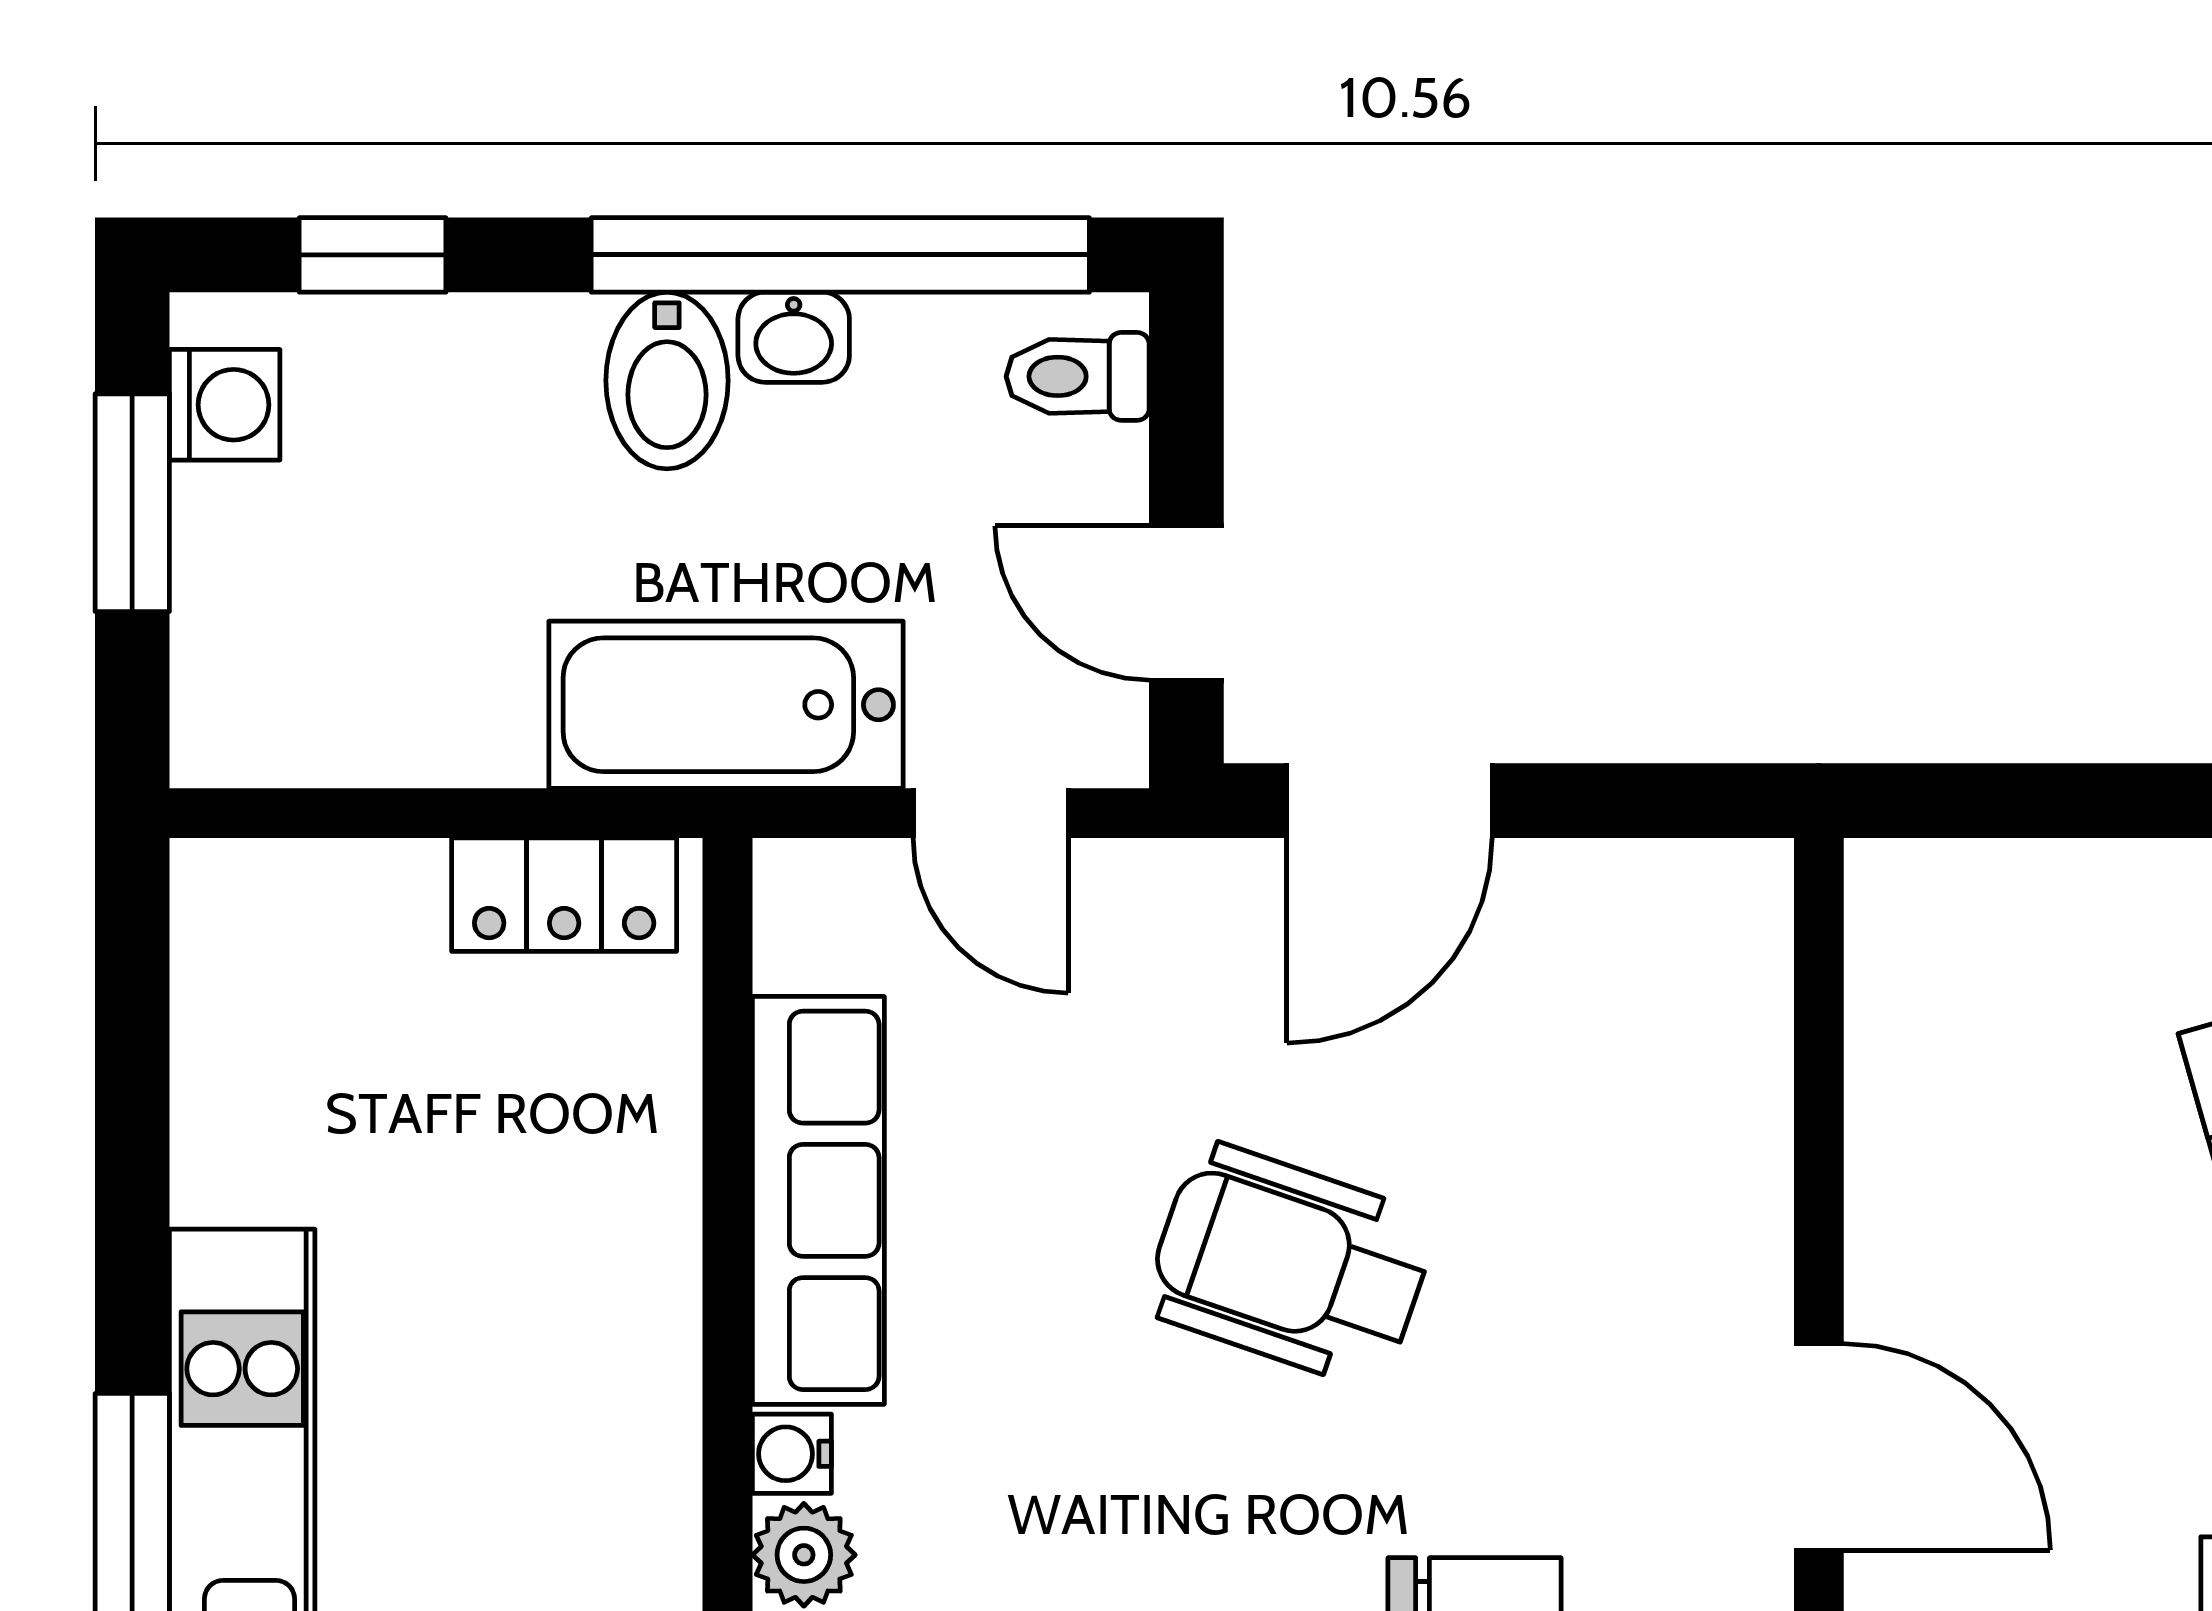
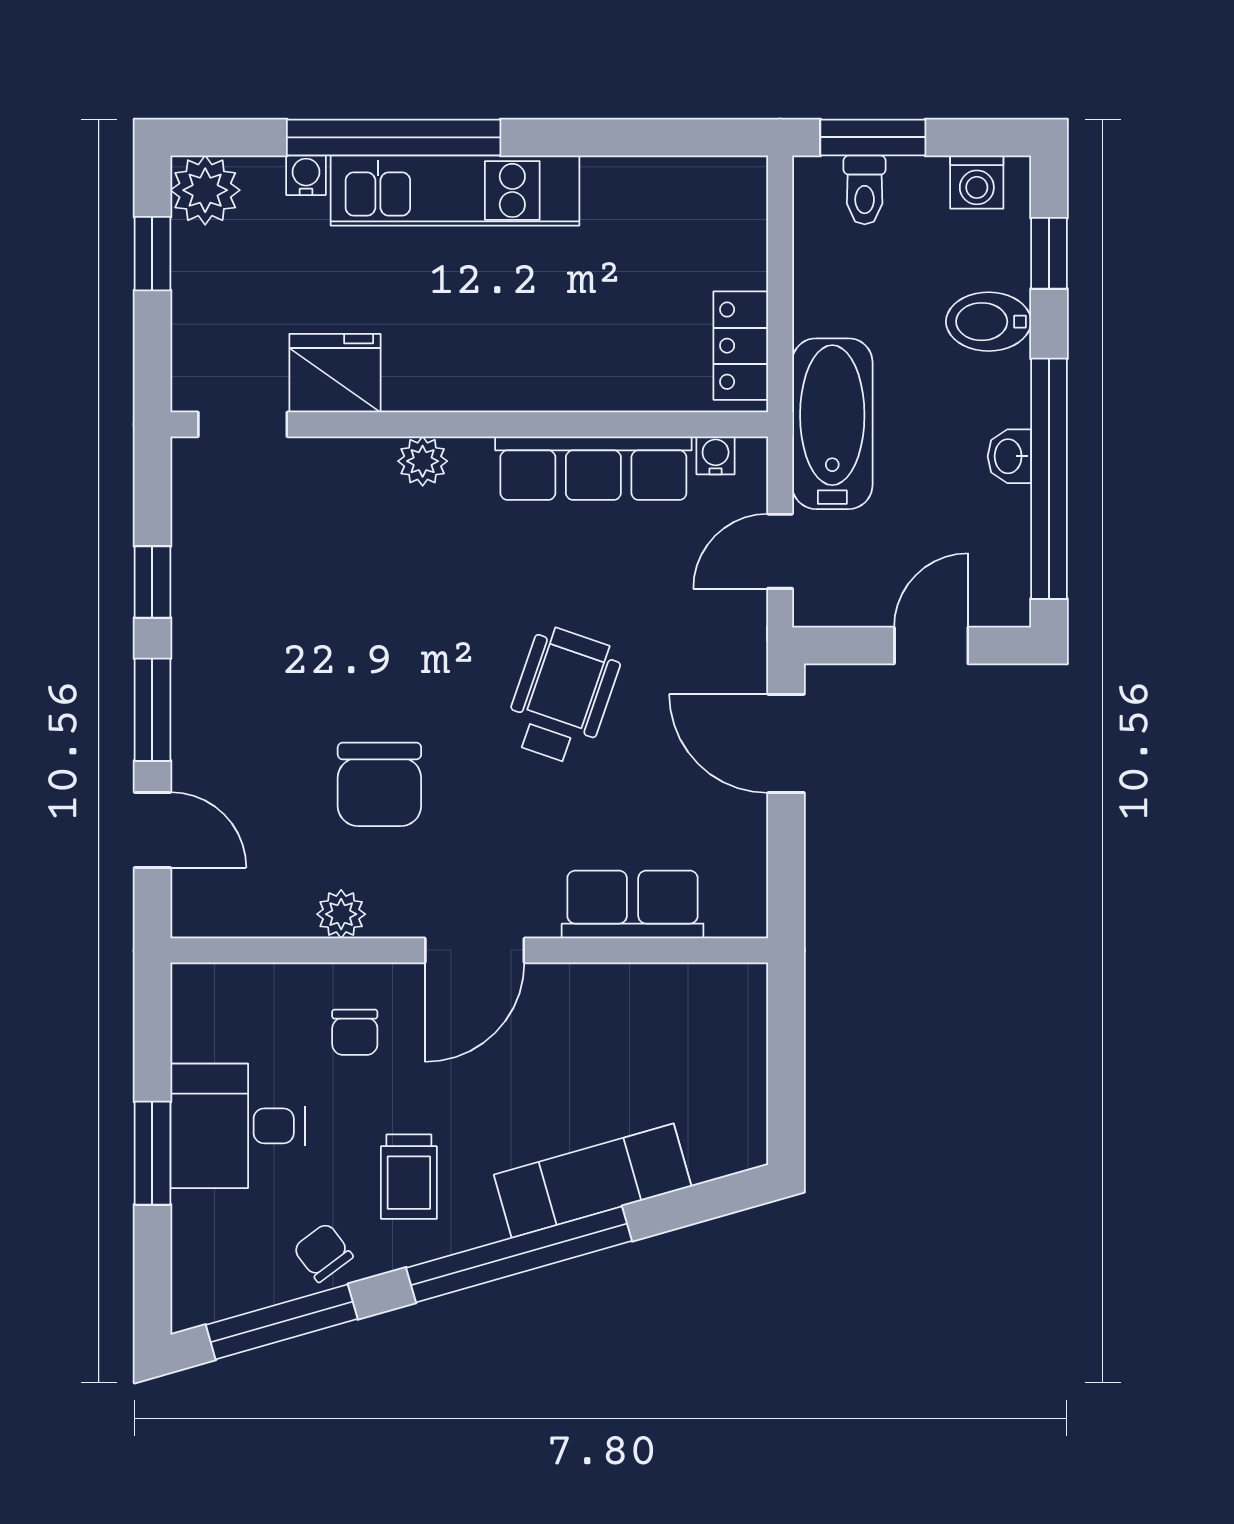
toilet: (1078, 376) -> (865, 190), moved, turned 180
bidet: (667, 381) -> (989, 322), moved
window: (132, 503) -> (873, 137), moved
door: (1186, 603) -> (931, 646), moved
row of seats: (1724, 1119) -> (633, 905), added
water cooler: (792, 1454) -> (716, 455), moved

